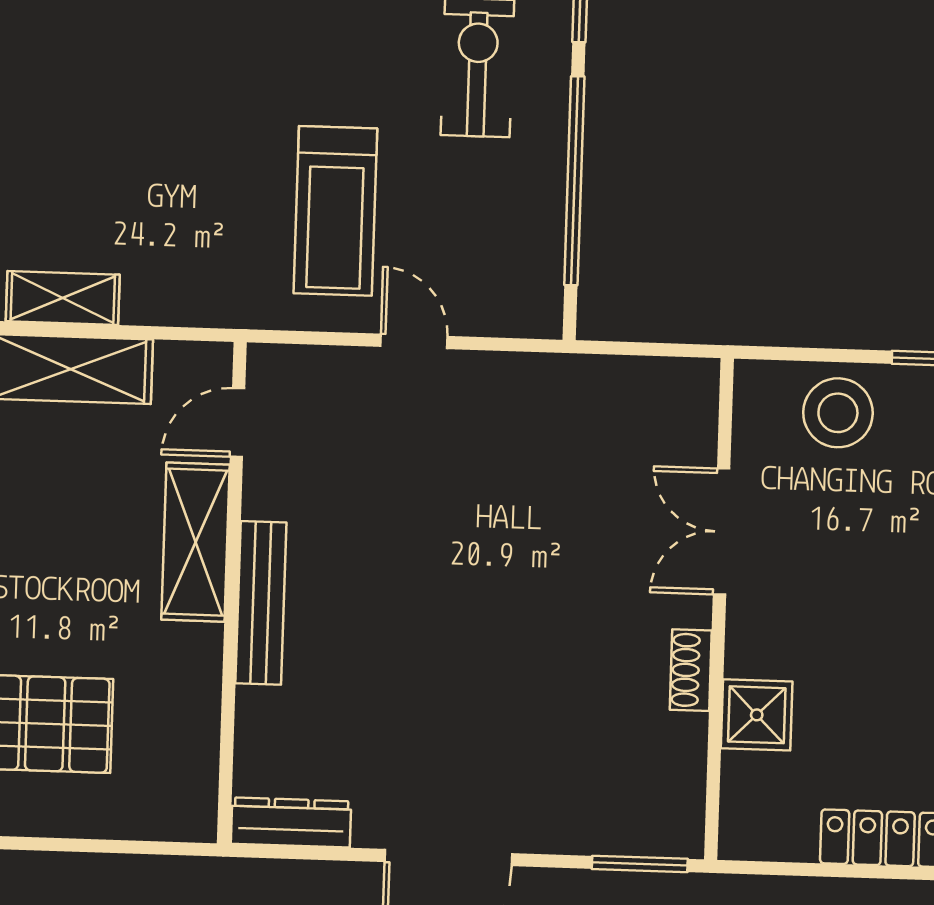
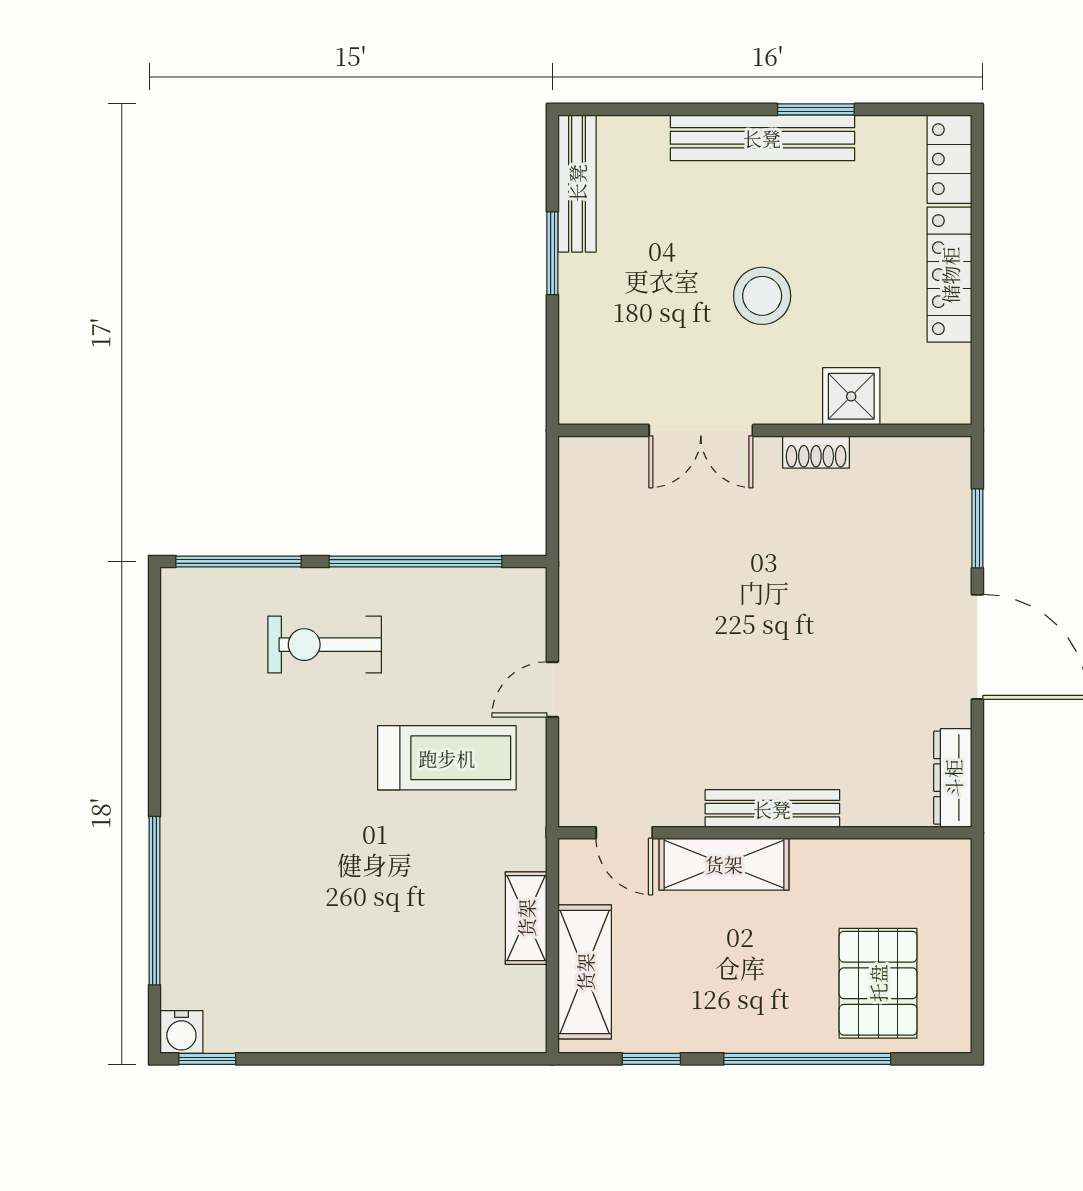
shelving: (63, 298) -> (526, 918), moved
stool: (838, 413) -> (762, 296), moved
window: (640, 864) -> (977, 528), moved

